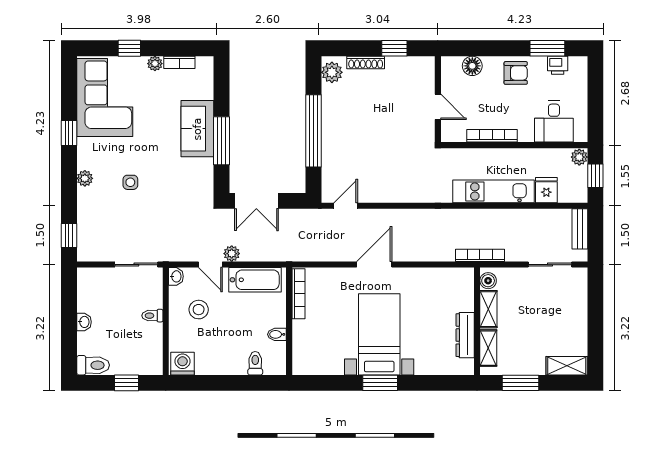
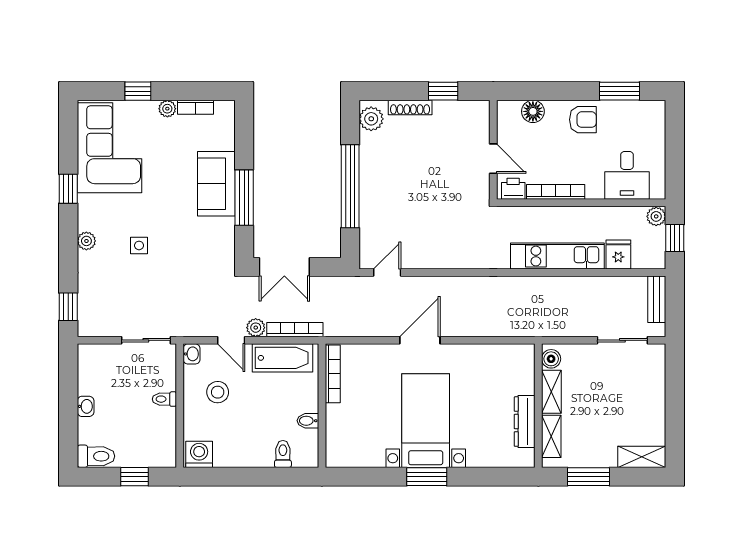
printer: (558, 65) -> (513, 189), moved, turned 180
bookcase: (480, 255) -> (295, 330), moved

